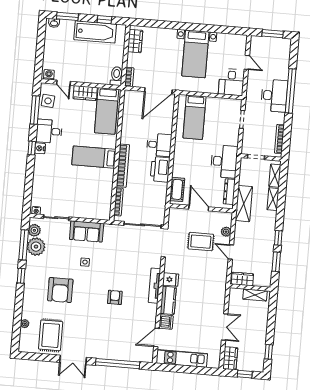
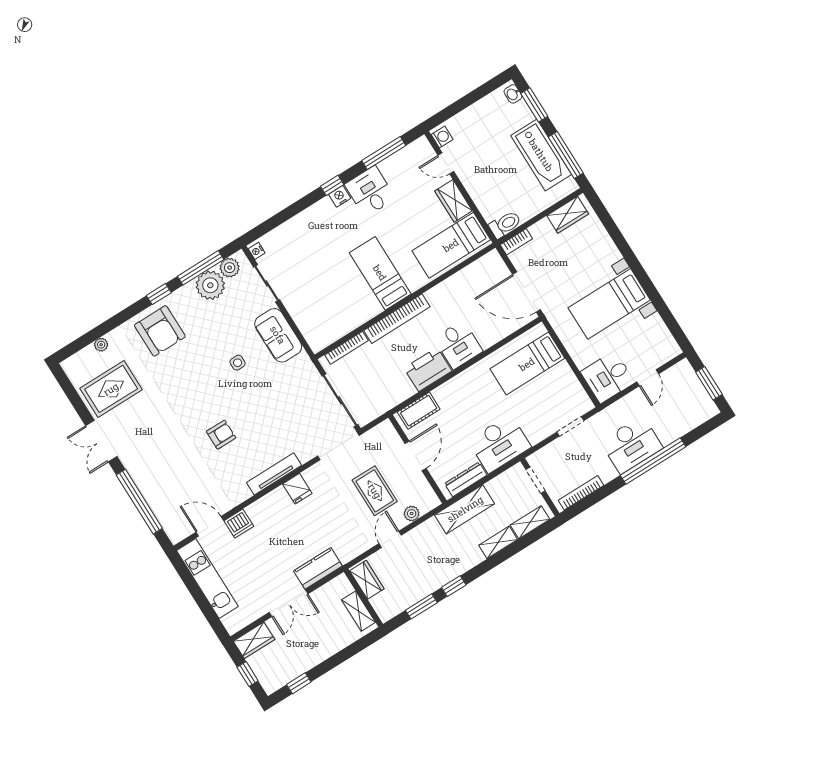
window: (104, 20) -> (566, 155), width x2.17
door: (64, 83) -> (446, 163), hinge flipped
side table: (48, 101) -> (408, 161), removed
armchair: (60, 290) -> (160, 331), moved, turned -90
kitchen counter: (168, 300) -> (318, 568), moved, turned 180

